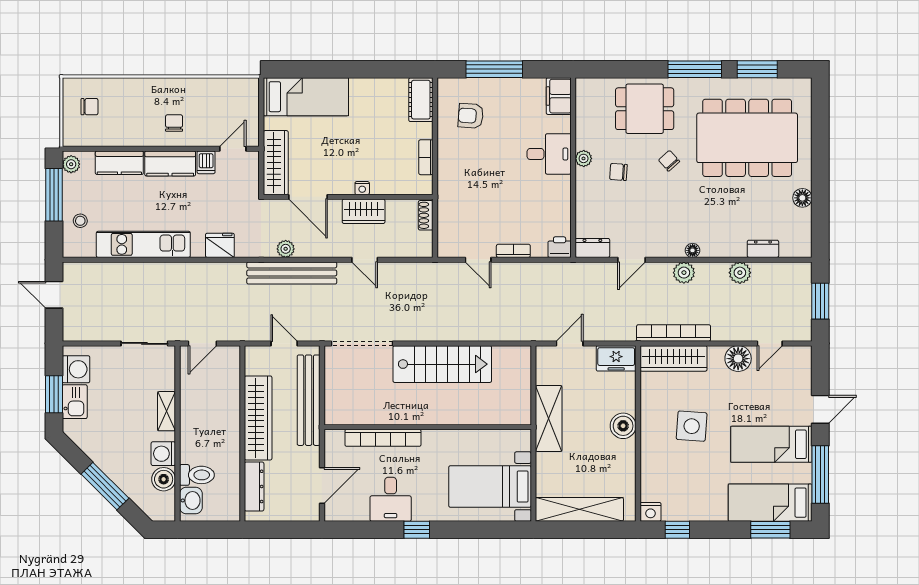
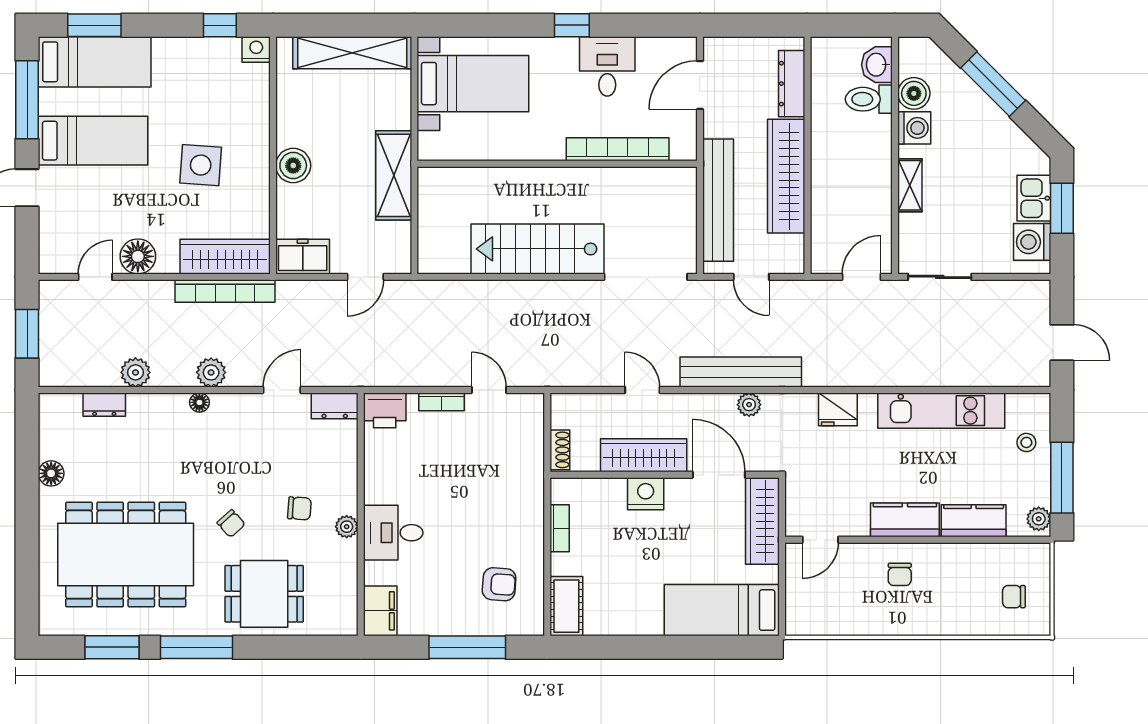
dishwasher: (206, 162) -> (856, 521), removed
nightstand: (362, 188) -> (646, 494), width x1.89, depth x1.79
wardrobe: (364, 211) -> (644, 455), width x1.50
printer: (560, 247) -> (385, 410), width x1.36, depth x1.24

